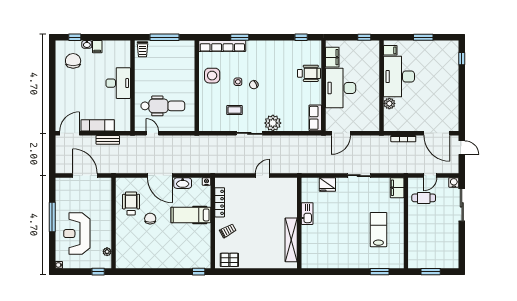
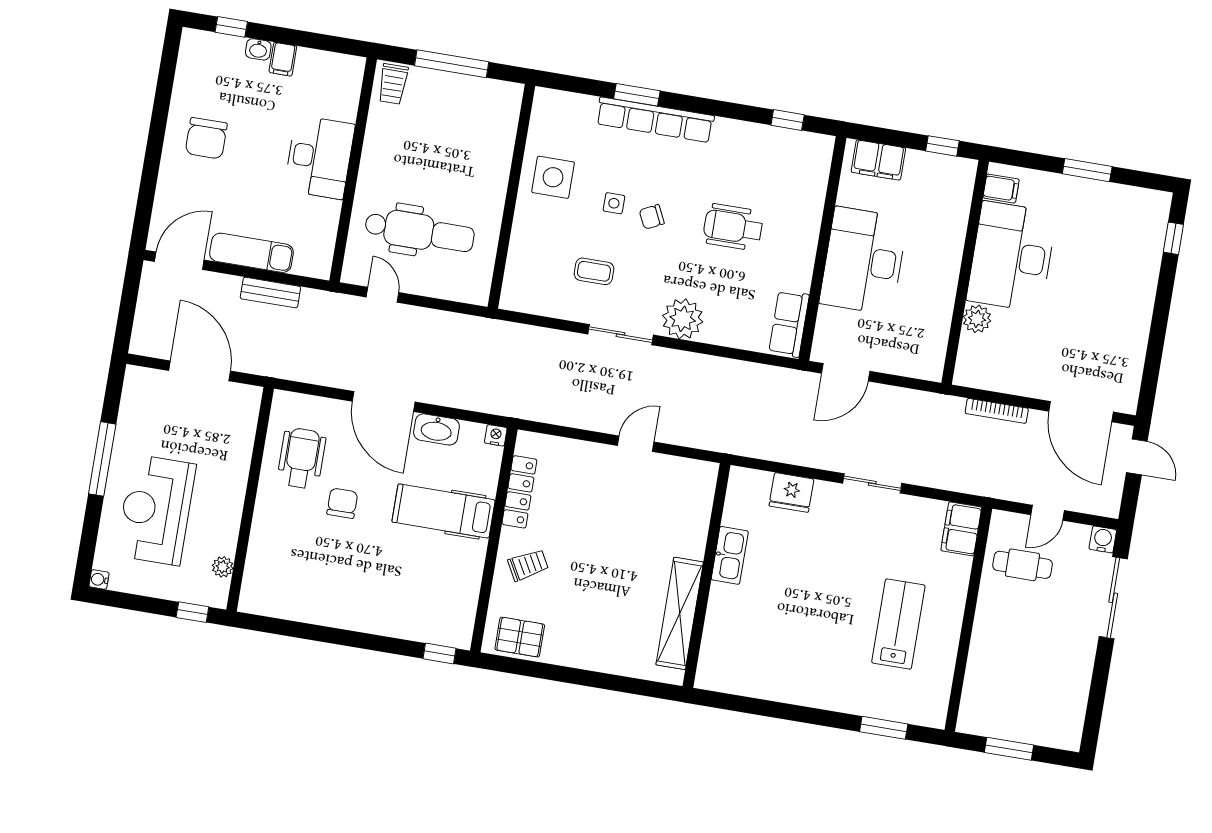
row of seats: (222, 46) -> (655, 120), moved
filing cabinet: (332, 57) -> (878, 160), moved, turned 90
chair: (73, 61) -> (206, 138), moved, turned 180
wheelchair: (309, 73) -> (733, 227), moved, turned 180

